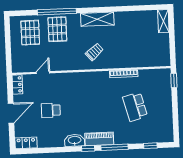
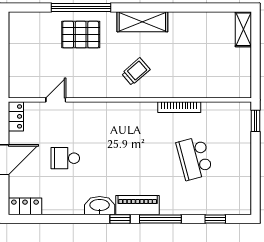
pallet: (57, 29) -> (81, 35), turned 90
pallet: (30, 33) -> (39, 38), removed

